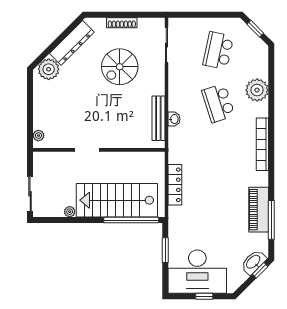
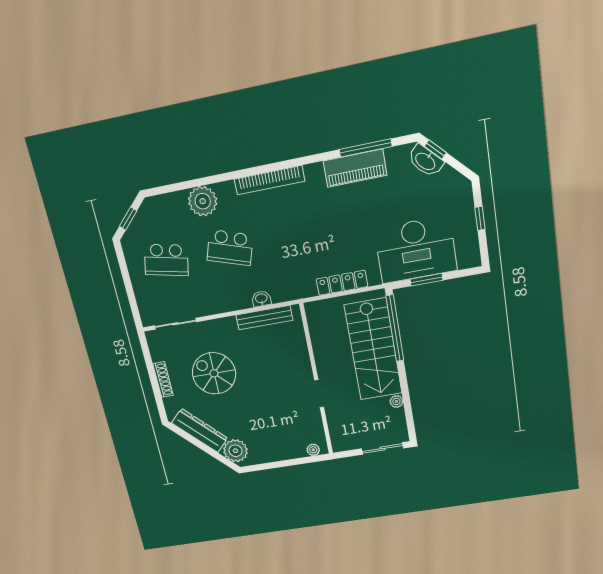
spiral stairs: (120, 67) -> (214, 373), turned 180
school desk: (218, 103) -> (230, 248), turned 36
desk: (197, 272) -> (416, 250), moved, turned 90

